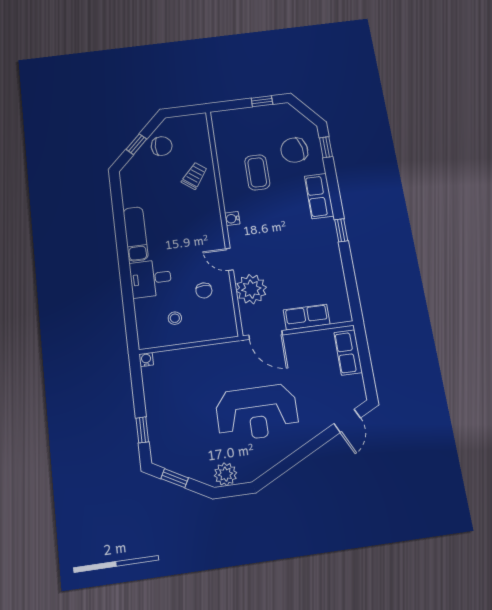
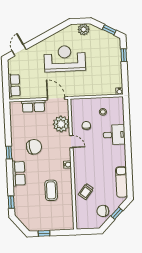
chair: (294, 150) -> (34, 147), moved
exam couch: (136, 234) -> (122, 182), moved

